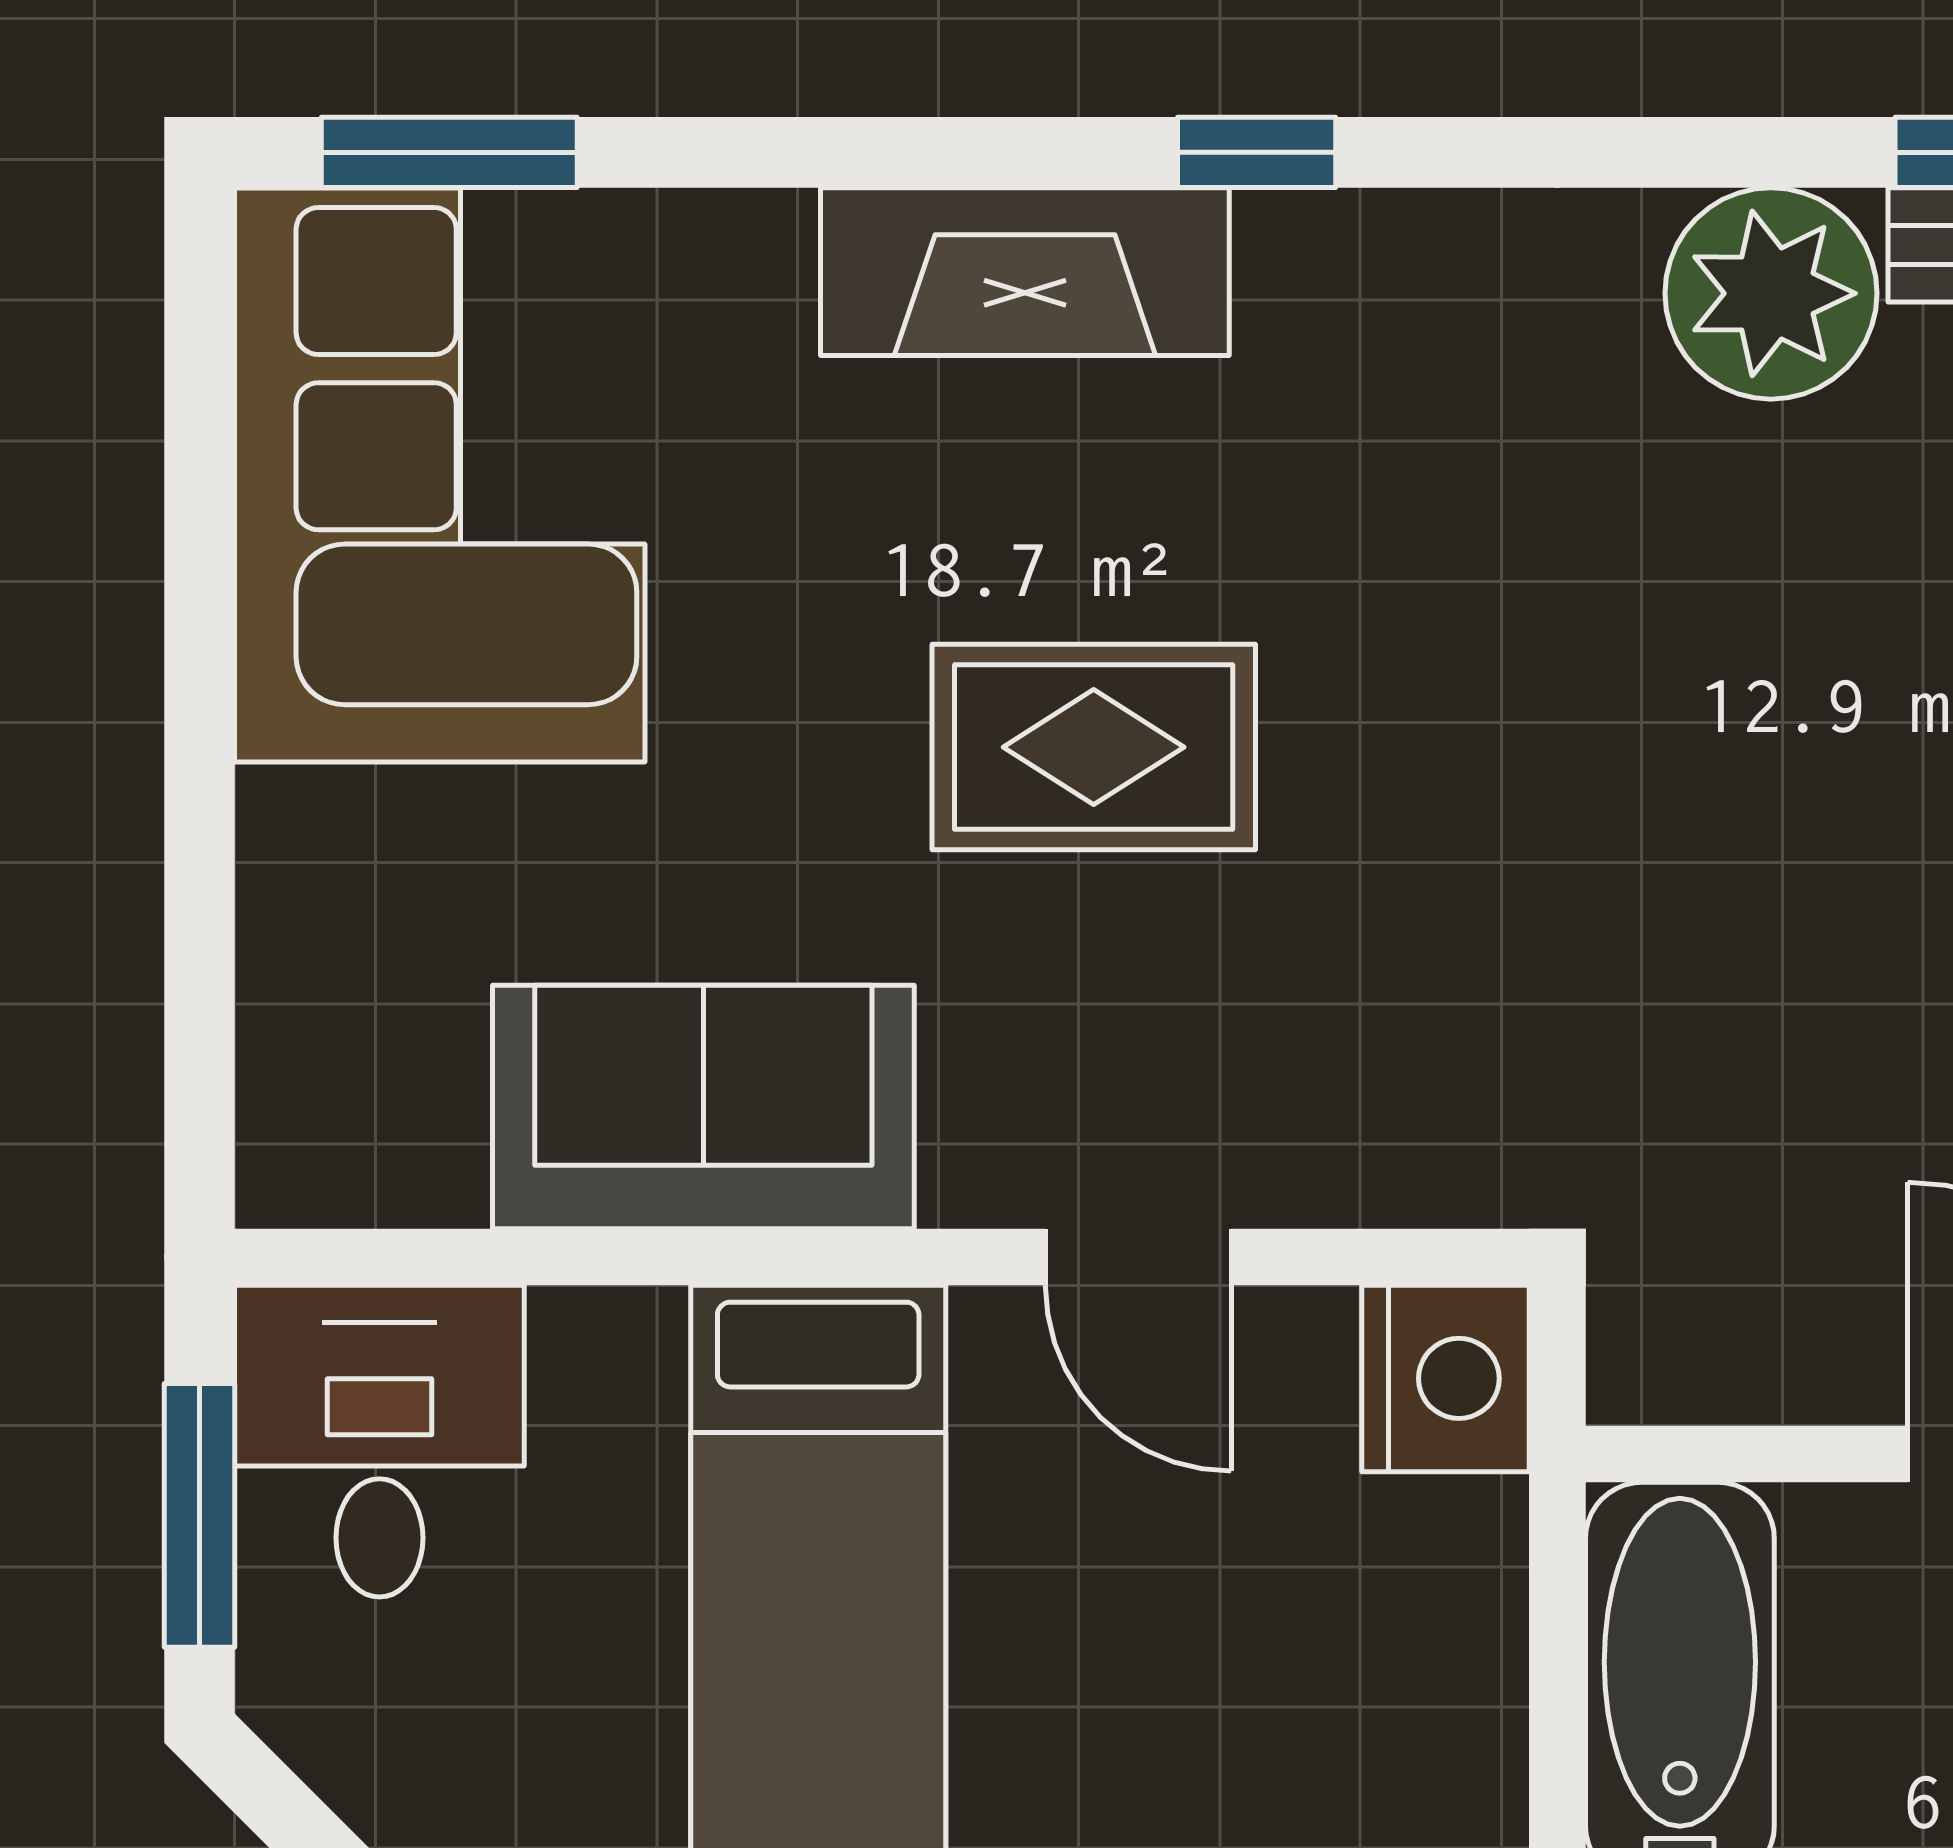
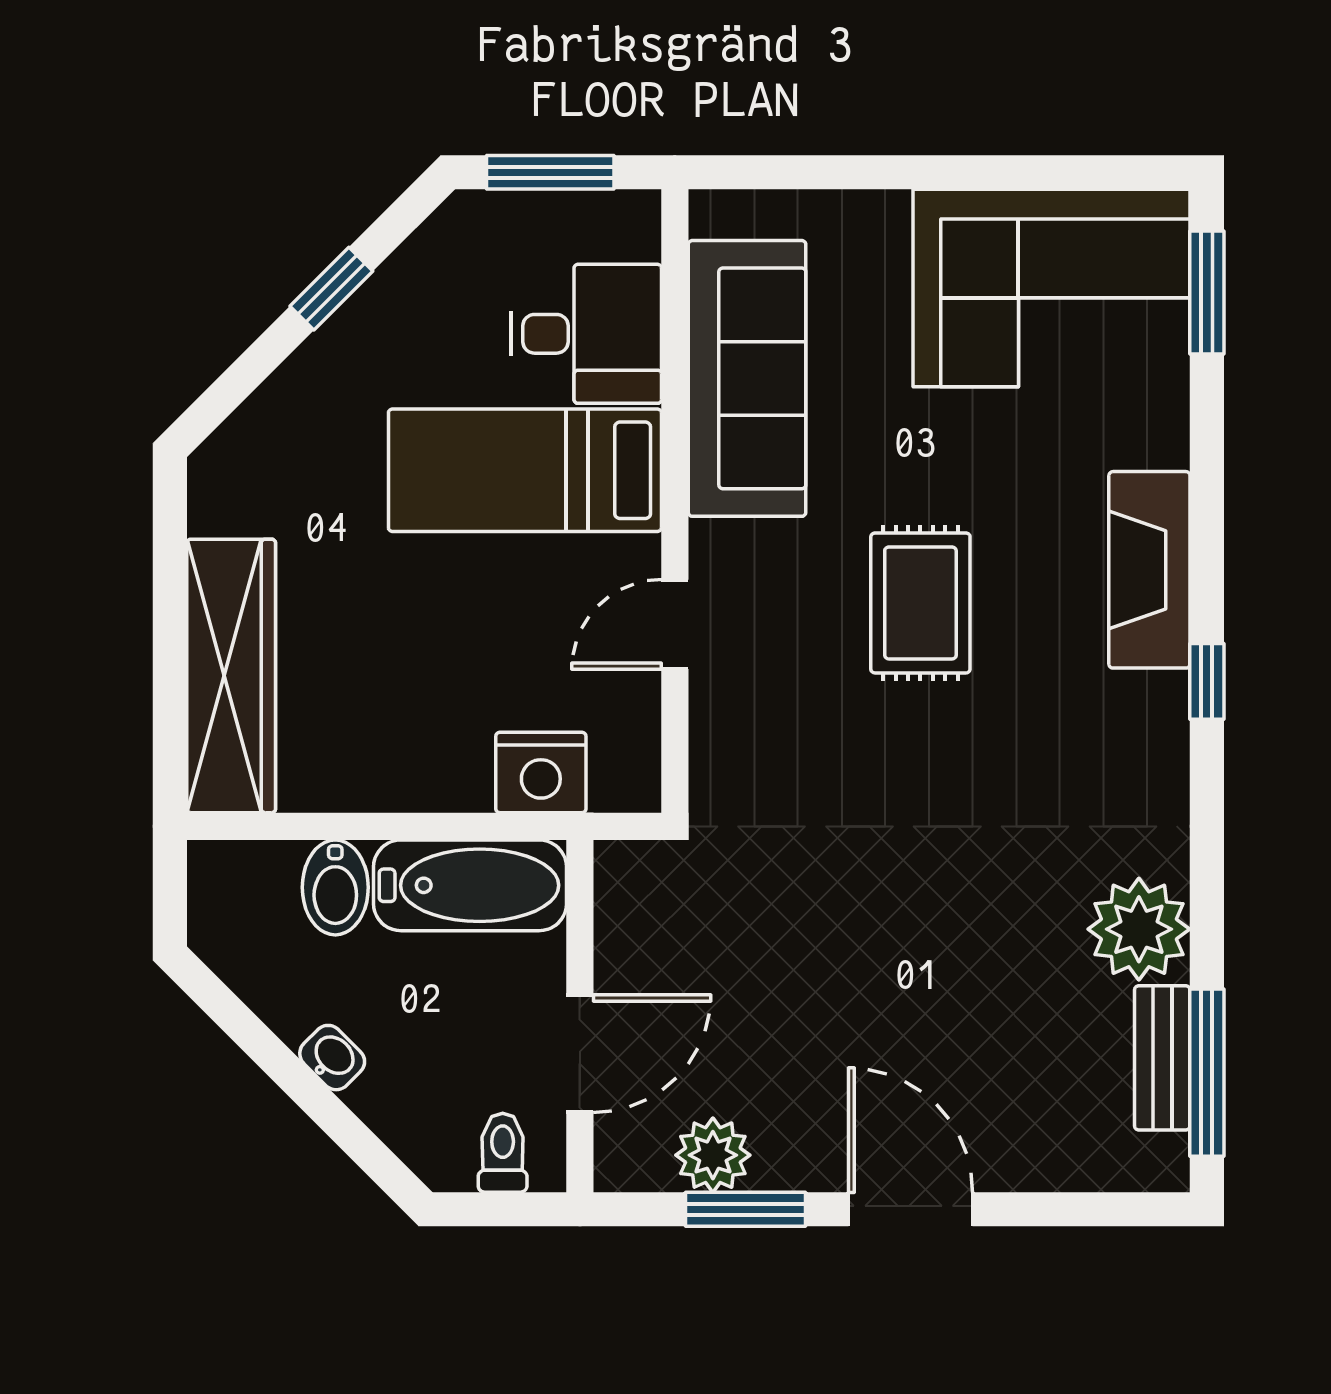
sofa: (703, 1107) -> (747, 378), width x1.36
nightstand: (1445, 1378) -> (541, 772), moved
desk: (379, 1441) -> (586, 334), moved

